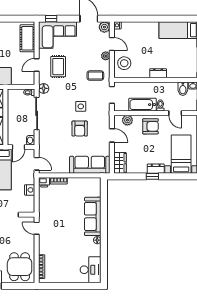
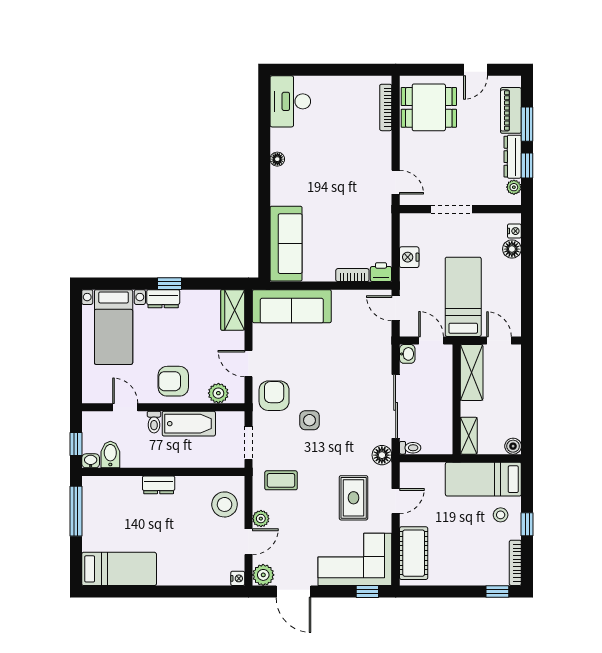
door: (112, 44) -> (249, 542), swing flipped
armchair: (80, 129) -> (274, 396), moved
door: (18, 147) -> (431, 341), hinge flipped
sofa: (93, 216) -> (286, 244), moved
dining table: (20, 267) -> (429, 107), turned 90

